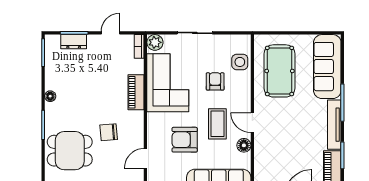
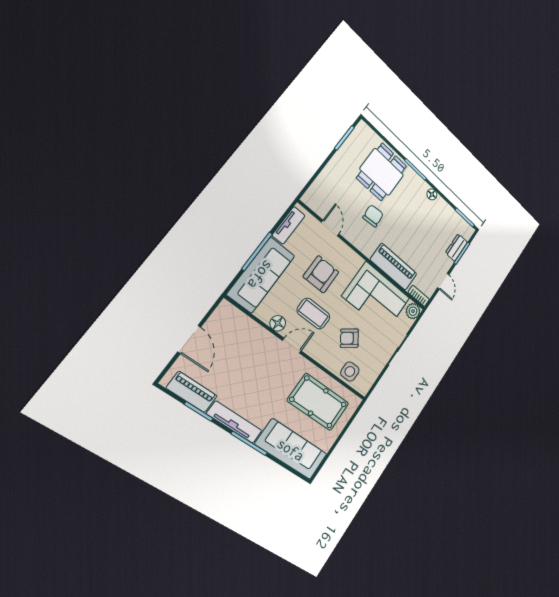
armchair: (215, 81) -> (349, 338), turned 144
piano: (136, 92) -> (394, 267), width x1.37, depth x1.33

